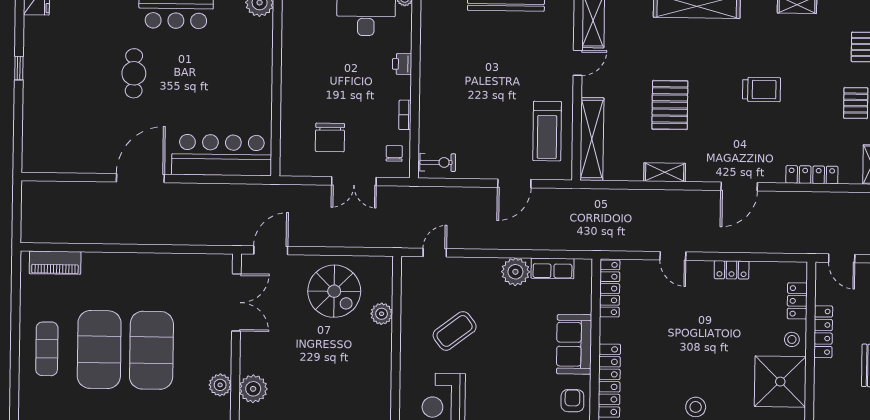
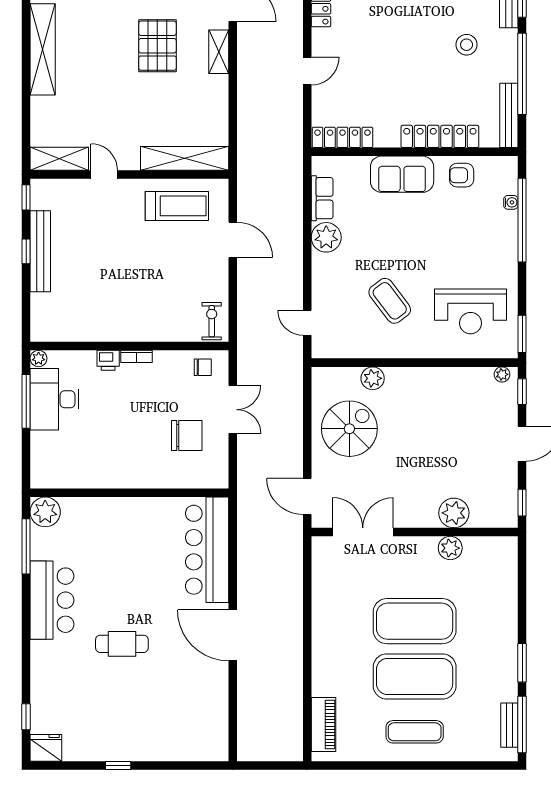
pallet: (670, 105) -> (157, 46), moved, turned 90
bookcase: (405, 115) -> (137, 356), moved
chair: (394, 153) -> (203, 367), turned 180
shelving: (665, 172) -> (219, 52), moved

